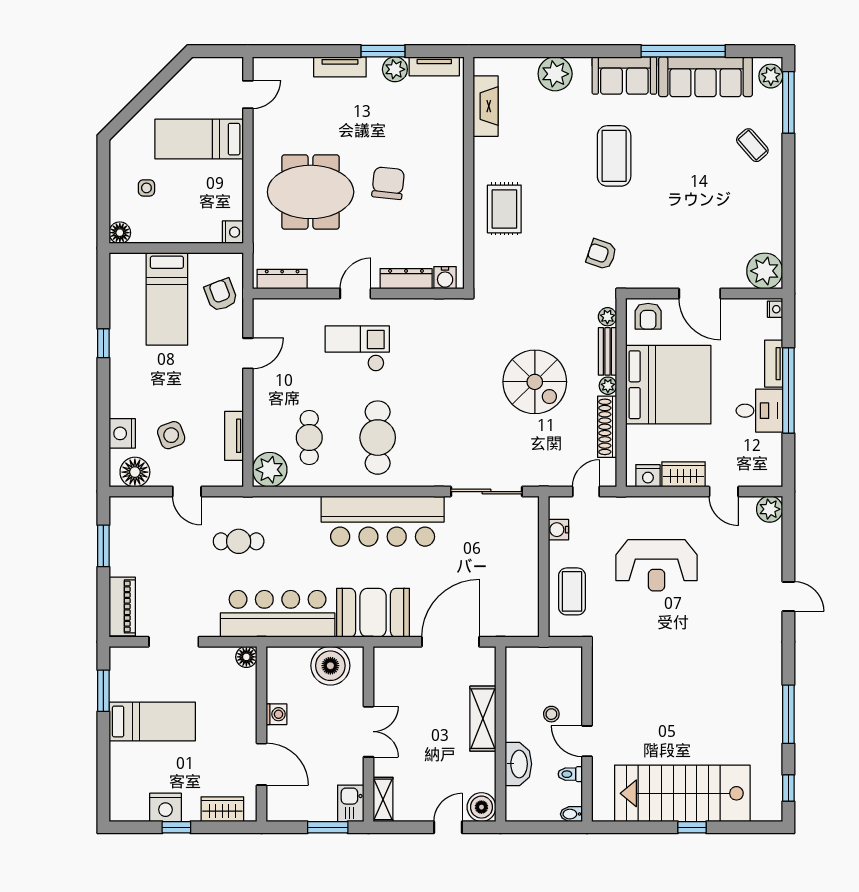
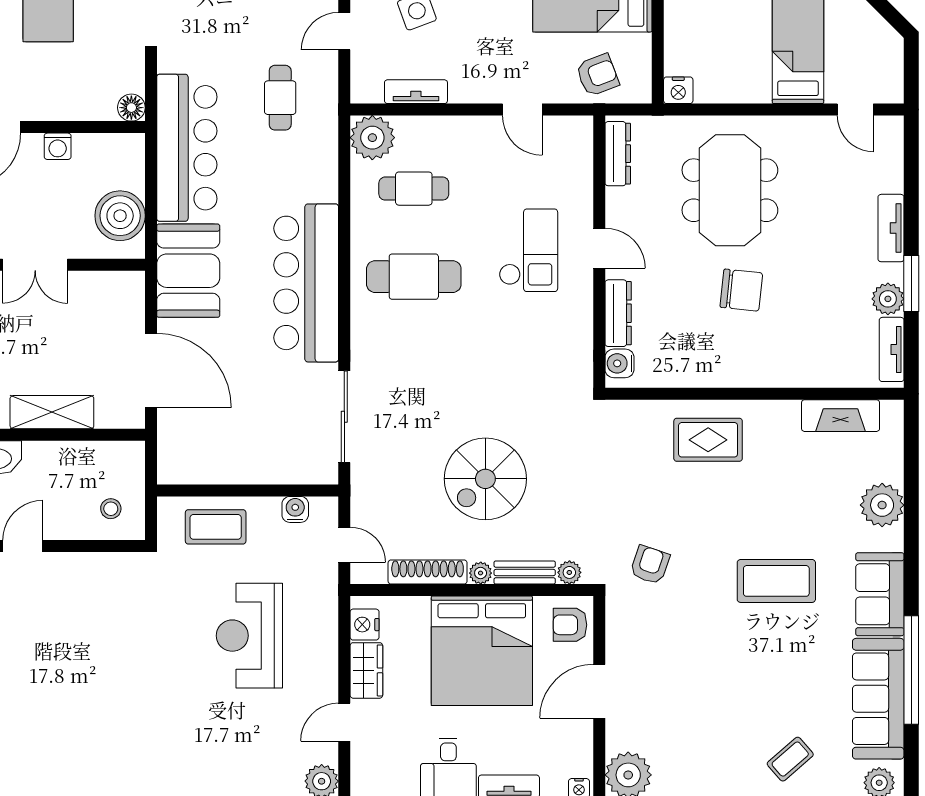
stool: (551, 714) -> (111, 509), moved

